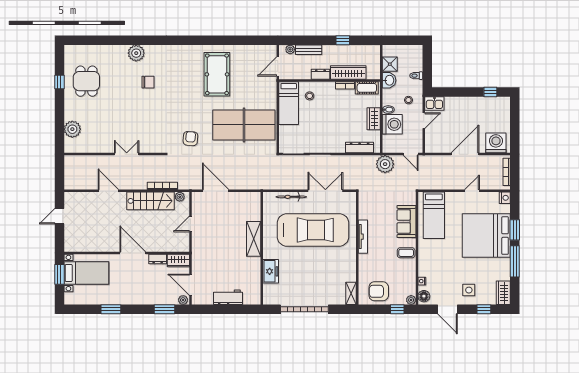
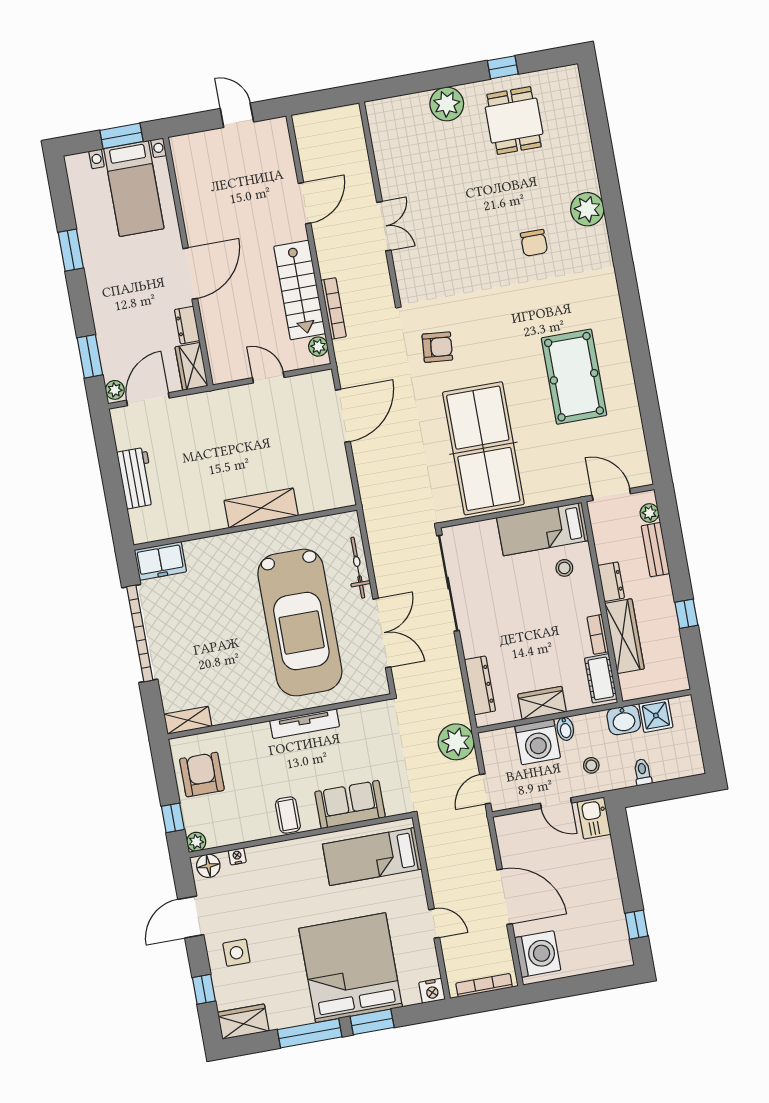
pool table: (217, 74) -> (574, 377), turned 90
dining table: (86, 81) -> (514, 121), turned 90
plant: (72, 129) -> (447, 104), moved
freezer: (271, 271) -> (160, 561), moved

